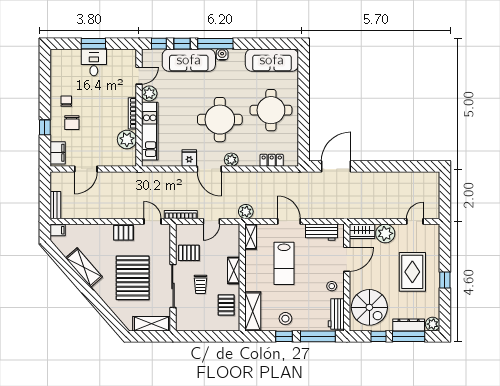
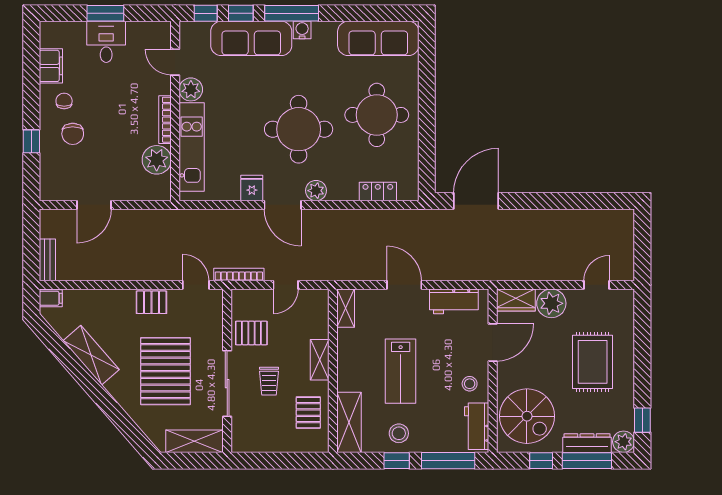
door: (139, 76) -> (175, 62), swing flipped
filing cabinet: (58, 153) -> (51, 66), moved
plant: (246, 212) -> (338, 270), removed
lab bench: (284, 263) -> (401, 371), moved
window: (445, 280) -> (642, 420), moved

